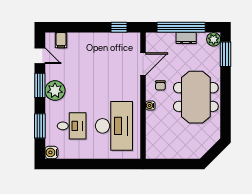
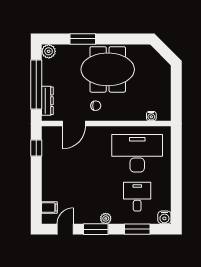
dresser: (186, 38) -> (47, 101), moved, width x1.44
window: (226, 54) -> (83, 39), moved
door: (143, 64) -> (74, 124), swing flipped
plant: (55, 91) -> (106, 218), width x0.53, depth x0.53
water cooler: (150, 105) -> (151, 116), moved

